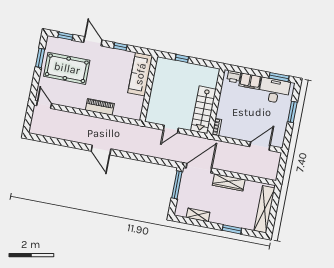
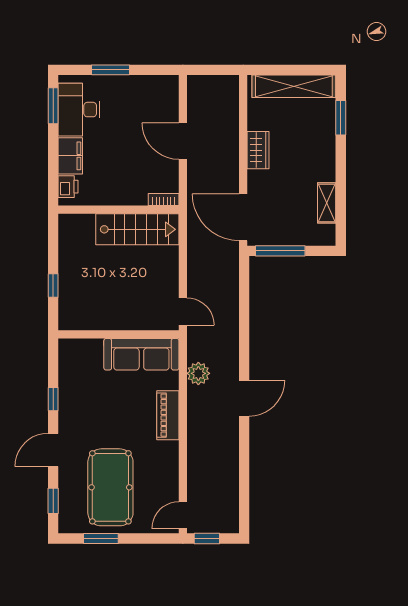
sofa: (140, 74) -> (141, 354), moved
window: (29, 115) -> (207, 538), added
plant: (119, 128) -> (198, 373), added
door: (171, 129) -> (183, 311), moved
door: (260, 146) -> (183, 141), moved
wardrobe: (229, 182) -> (258, 150), width x0.67
window: (232, 229) -> (341, 118), moved

